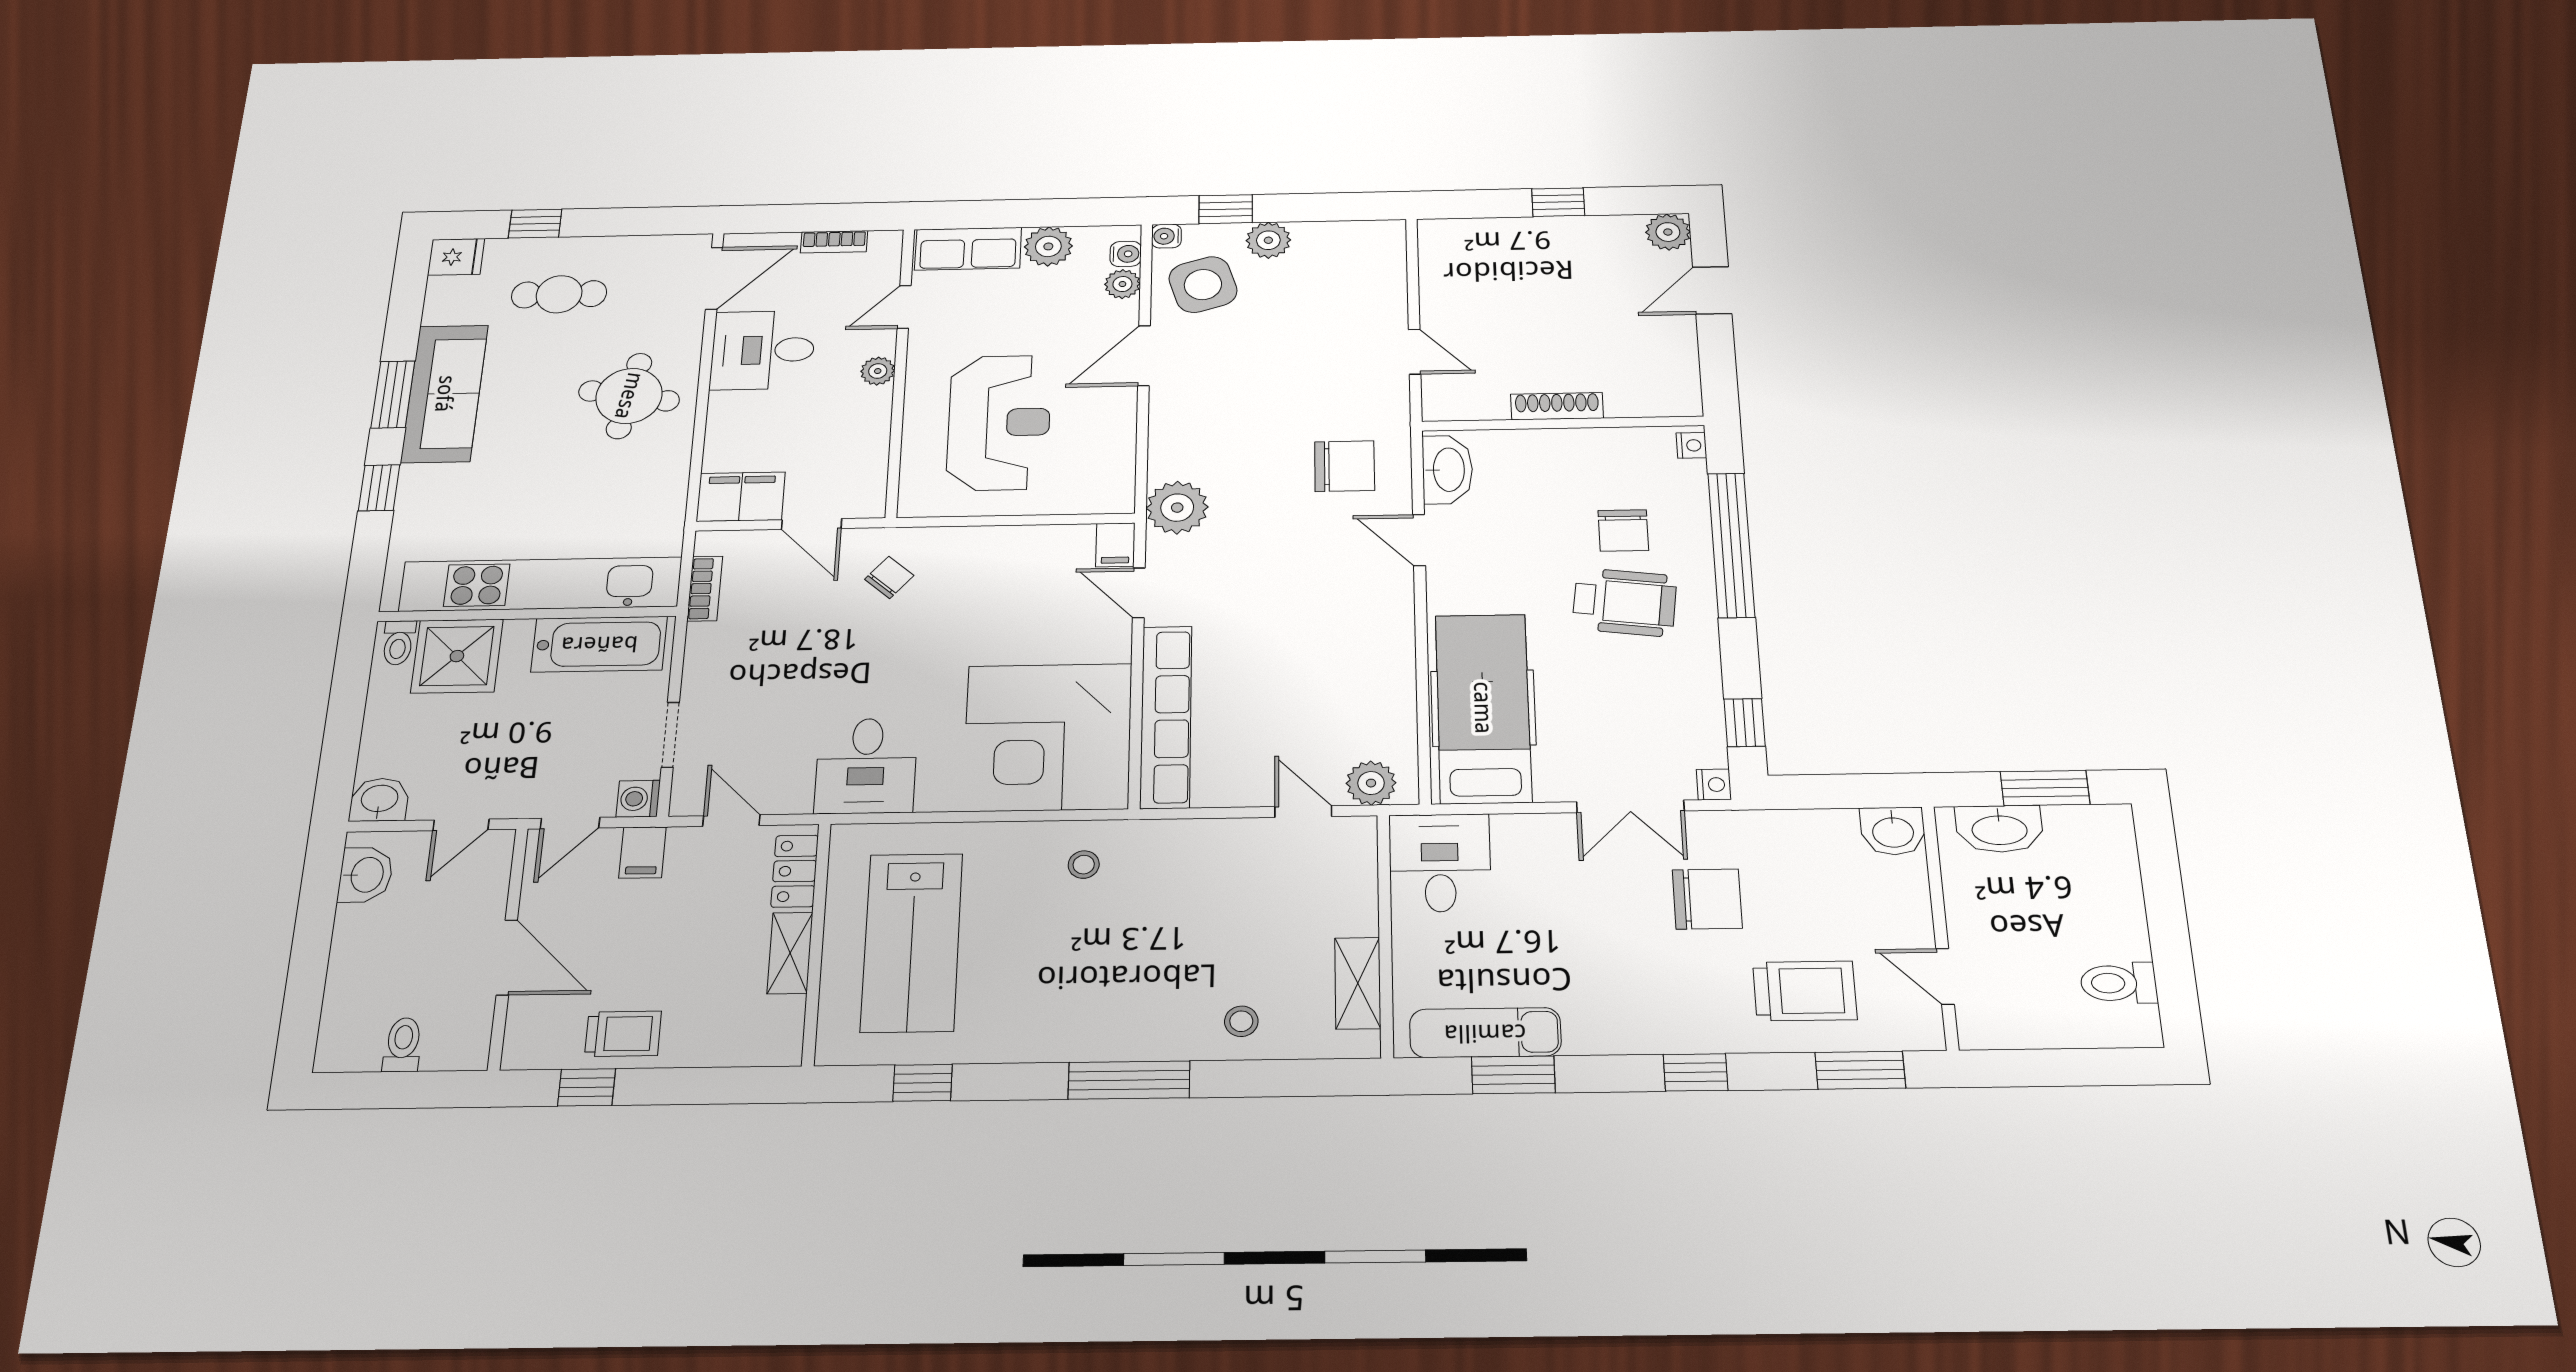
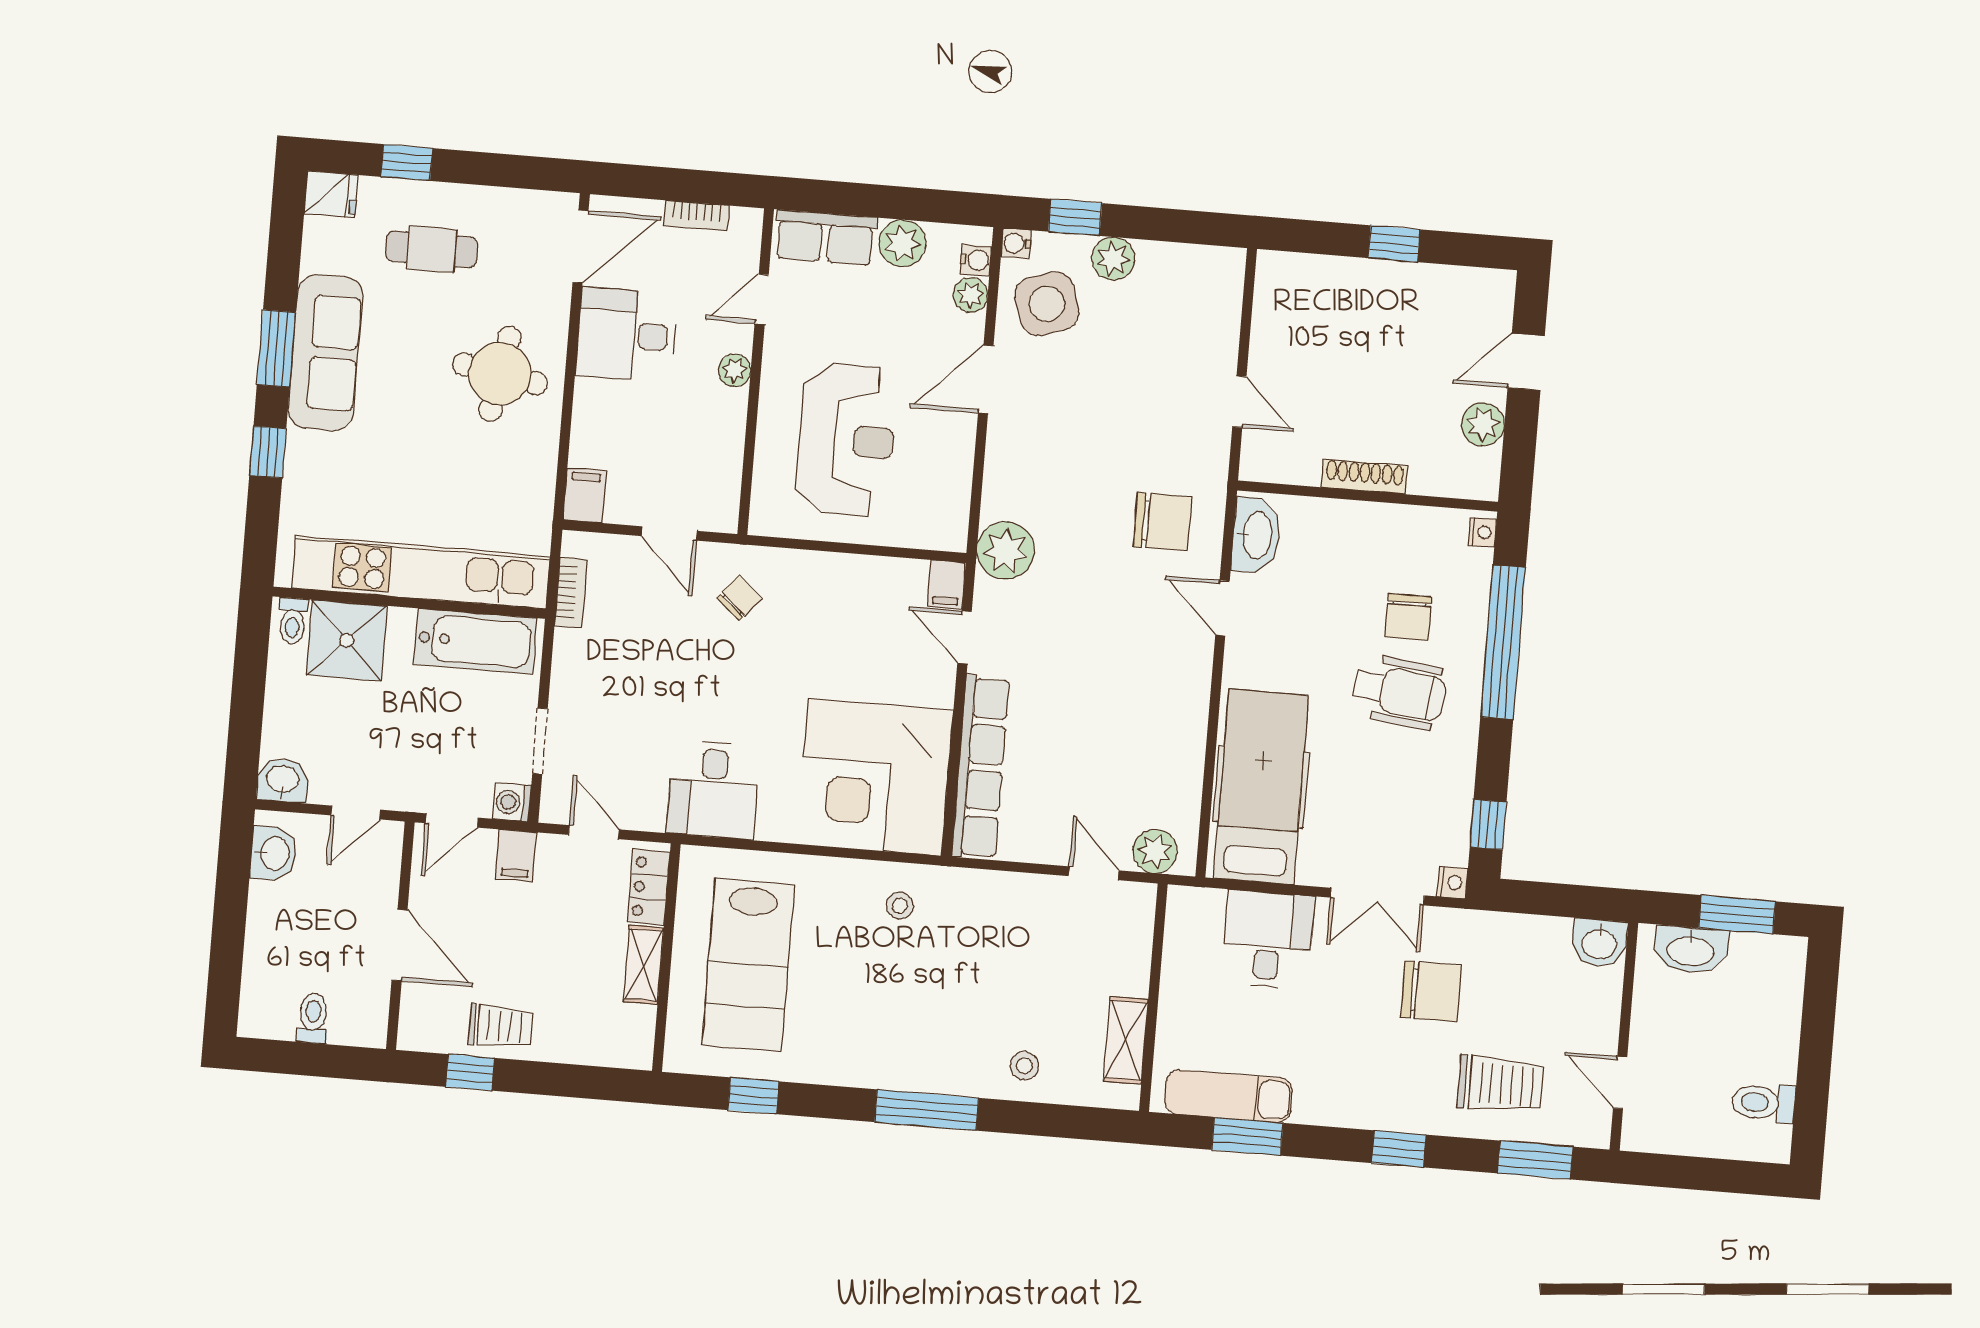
plant: (1668, 232) -> (1483, 424), moved
filing cabinet: (741, 497) -> (585, 495), width x0.50
desk: (1440, 863) -> (1268, 939), moved

